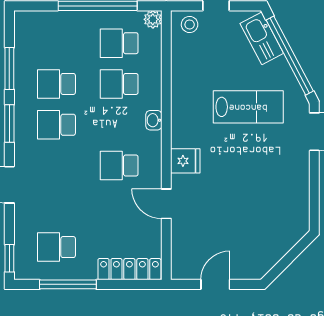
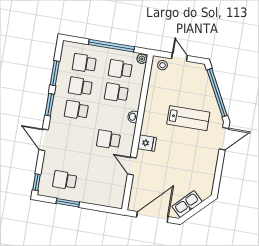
kitchen sink: (262, 38) -> (187, 204), moved, turned 73
school desk: (56, 43) -> (84, 63), added
locker: (129, 269) -> (104, 200), removed
window: (68, 284) -> (68, 203), width x0.69
door: (215, 284) -> (152, 217), width x1.88

